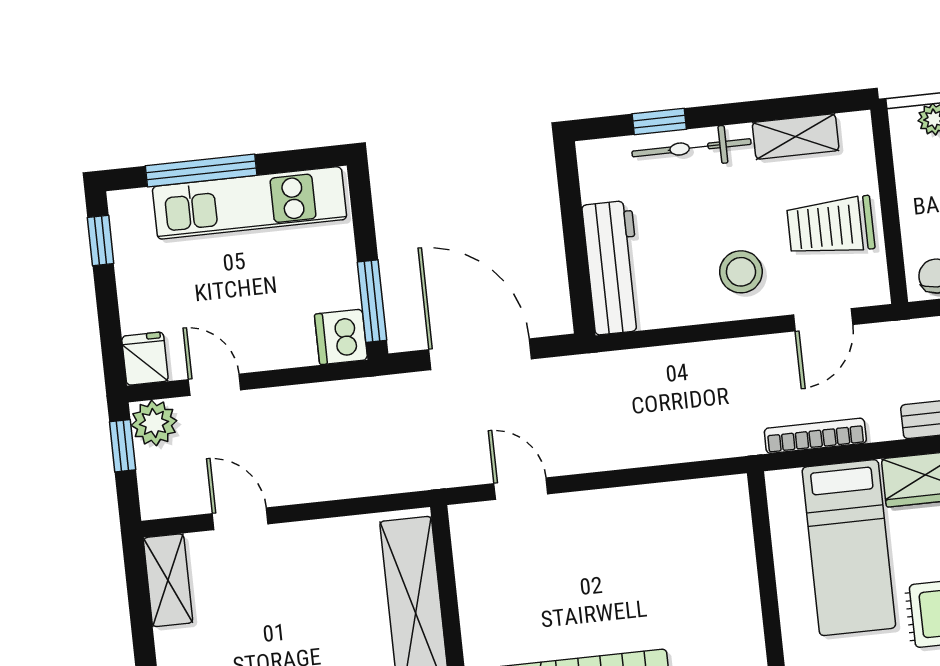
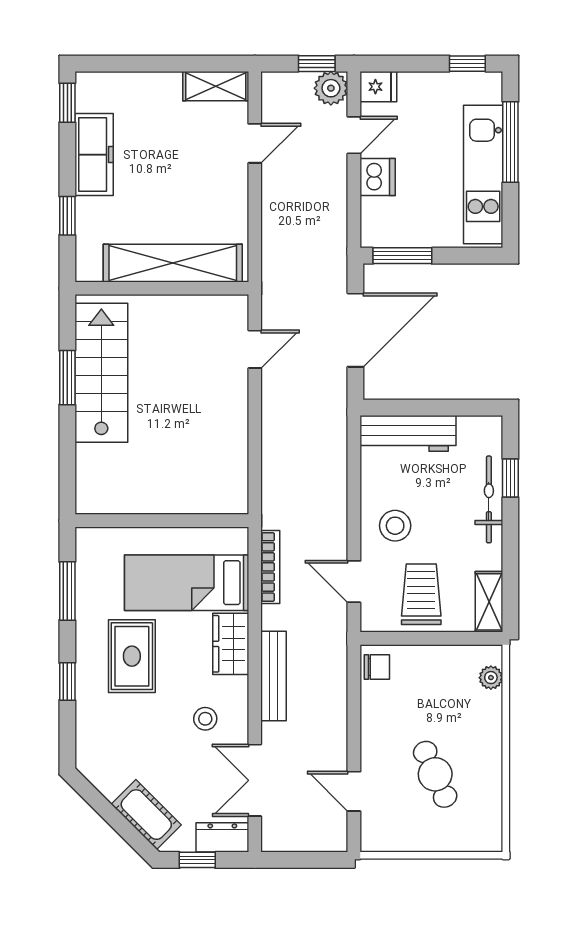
shelving: (796, 137) -> (489, 602), moved
dishwasher: (341, 337) -> (378, 177), moved, turned 90

